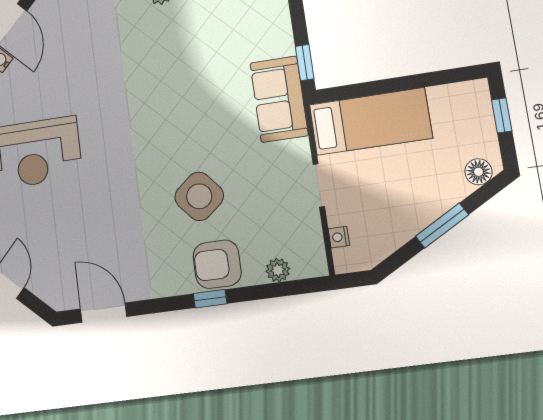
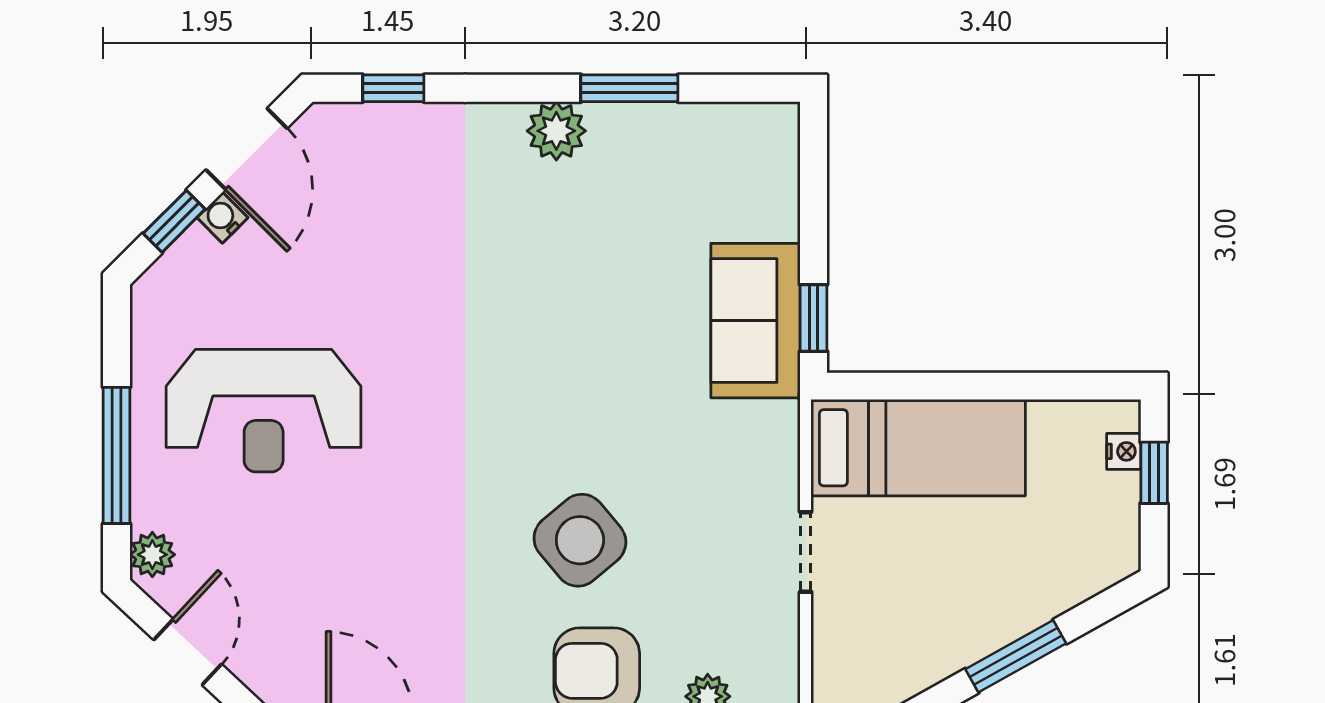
sofa: (279, 99) -> (756, 321), moved
floor lamp: (478, 172) -> (1096, 569), removed
nightstand: (339, 237) -> (1124, 451), moved, turned 180

